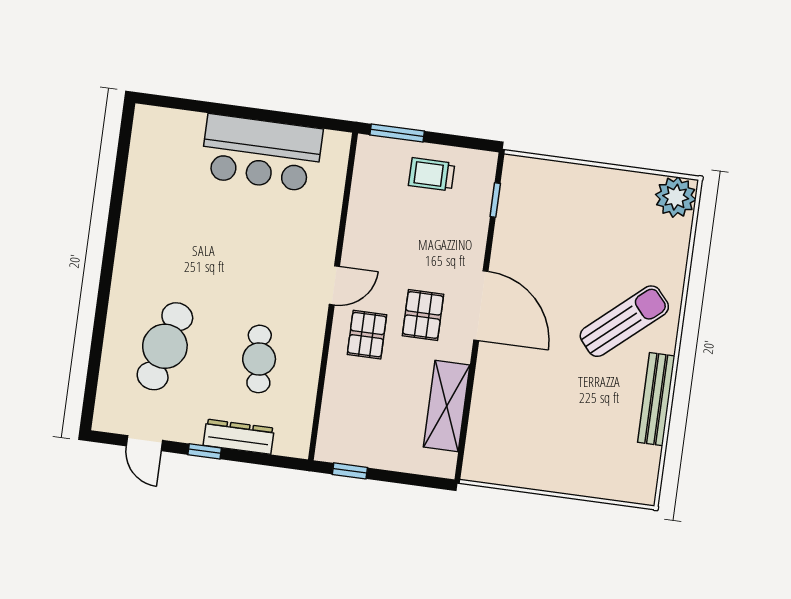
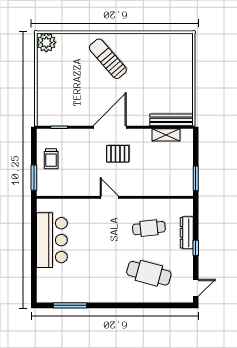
window: (120, 173) -> (70, 305), added
pallet: (367, 335) -> (131, 179), removed
bench: (656, 399) -> (171, 120), moved
shelving: (447, 406) -> (166, 135), width x0.67, depth x0.75
door: (144, 443) -> (196, 288), moved
window: (350, 471) -> (196, 178), width x1.50

